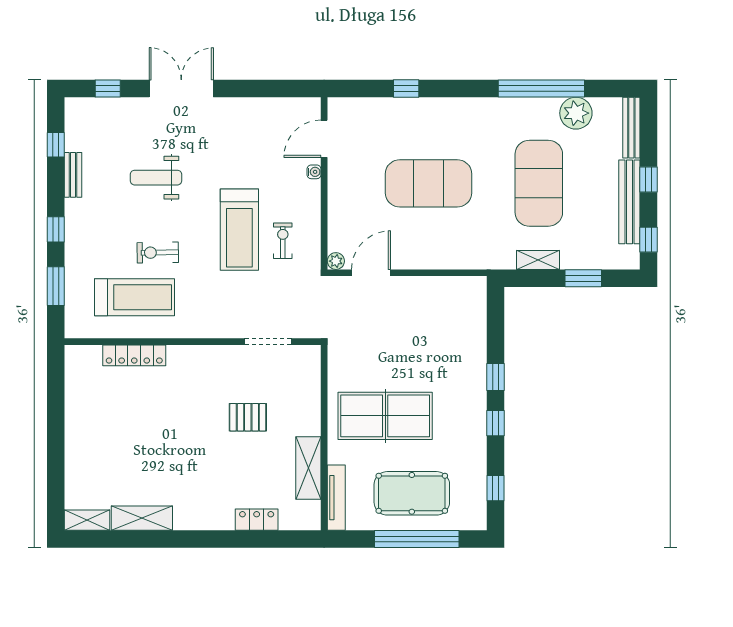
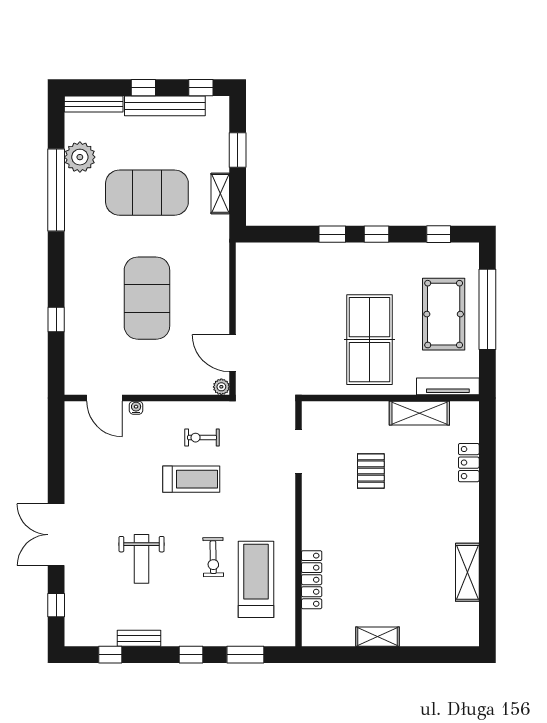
treadmill: (239, 230) -> (191, 479), width x0.73, depth x0.73
shelving: (87, 520) -> (378, 637), moved, turned 90

